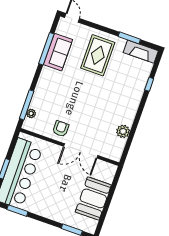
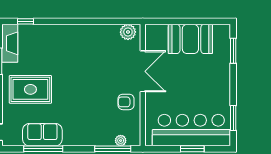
window: (149, 84) -> (26, 21), moved
plant: (123, 131) -> (128, 32), moved

